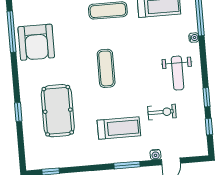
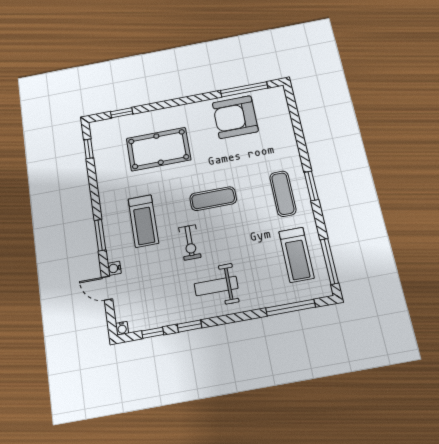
water cooler: (194, 38) -> (122, 328), moved
window: (18, 112) -> (122, 113), moved
exercise bike: (162, 112) -> (190, 242), moved

